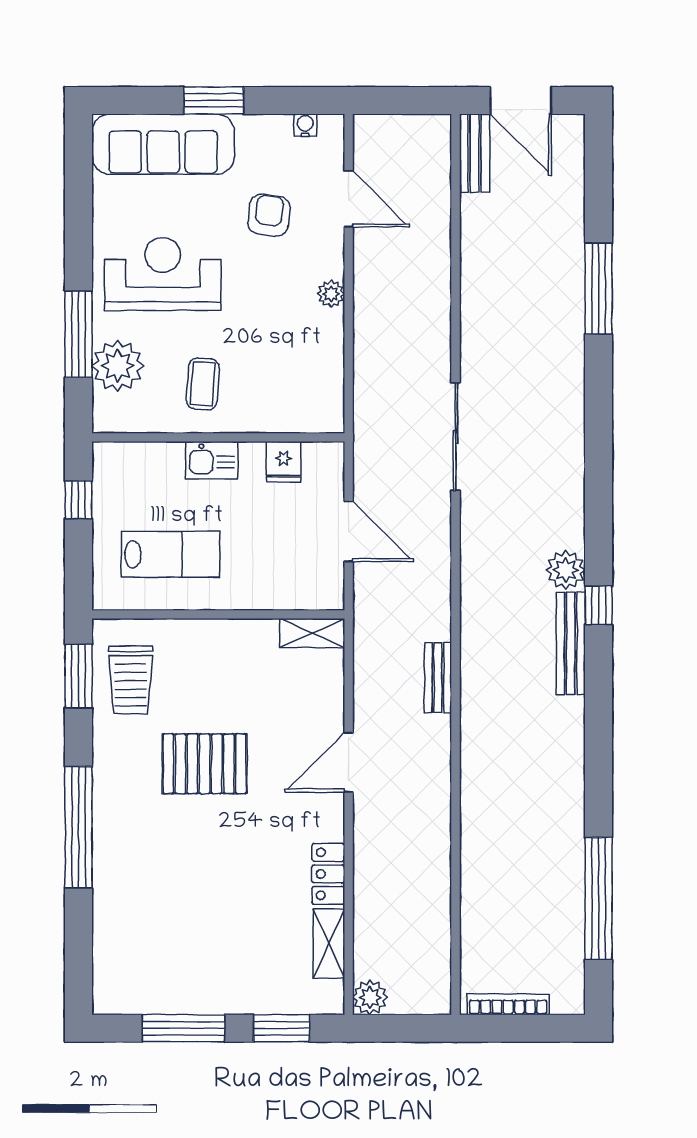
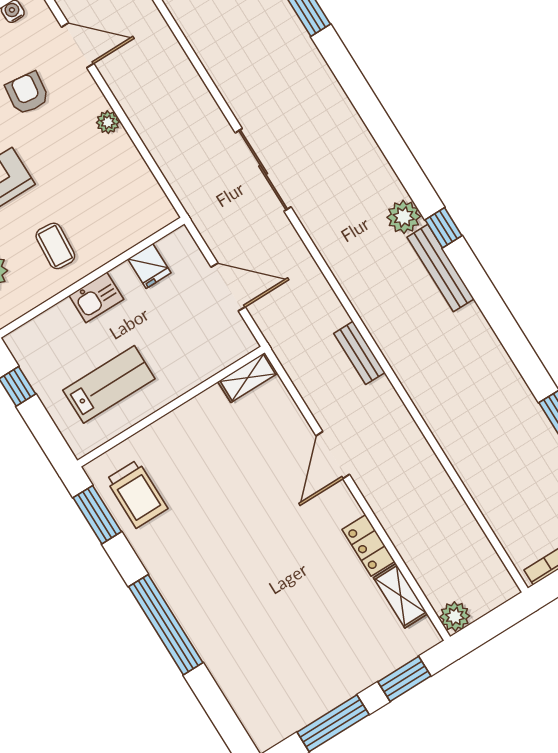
pallet: (205, 764) -> (229, 521), removed

